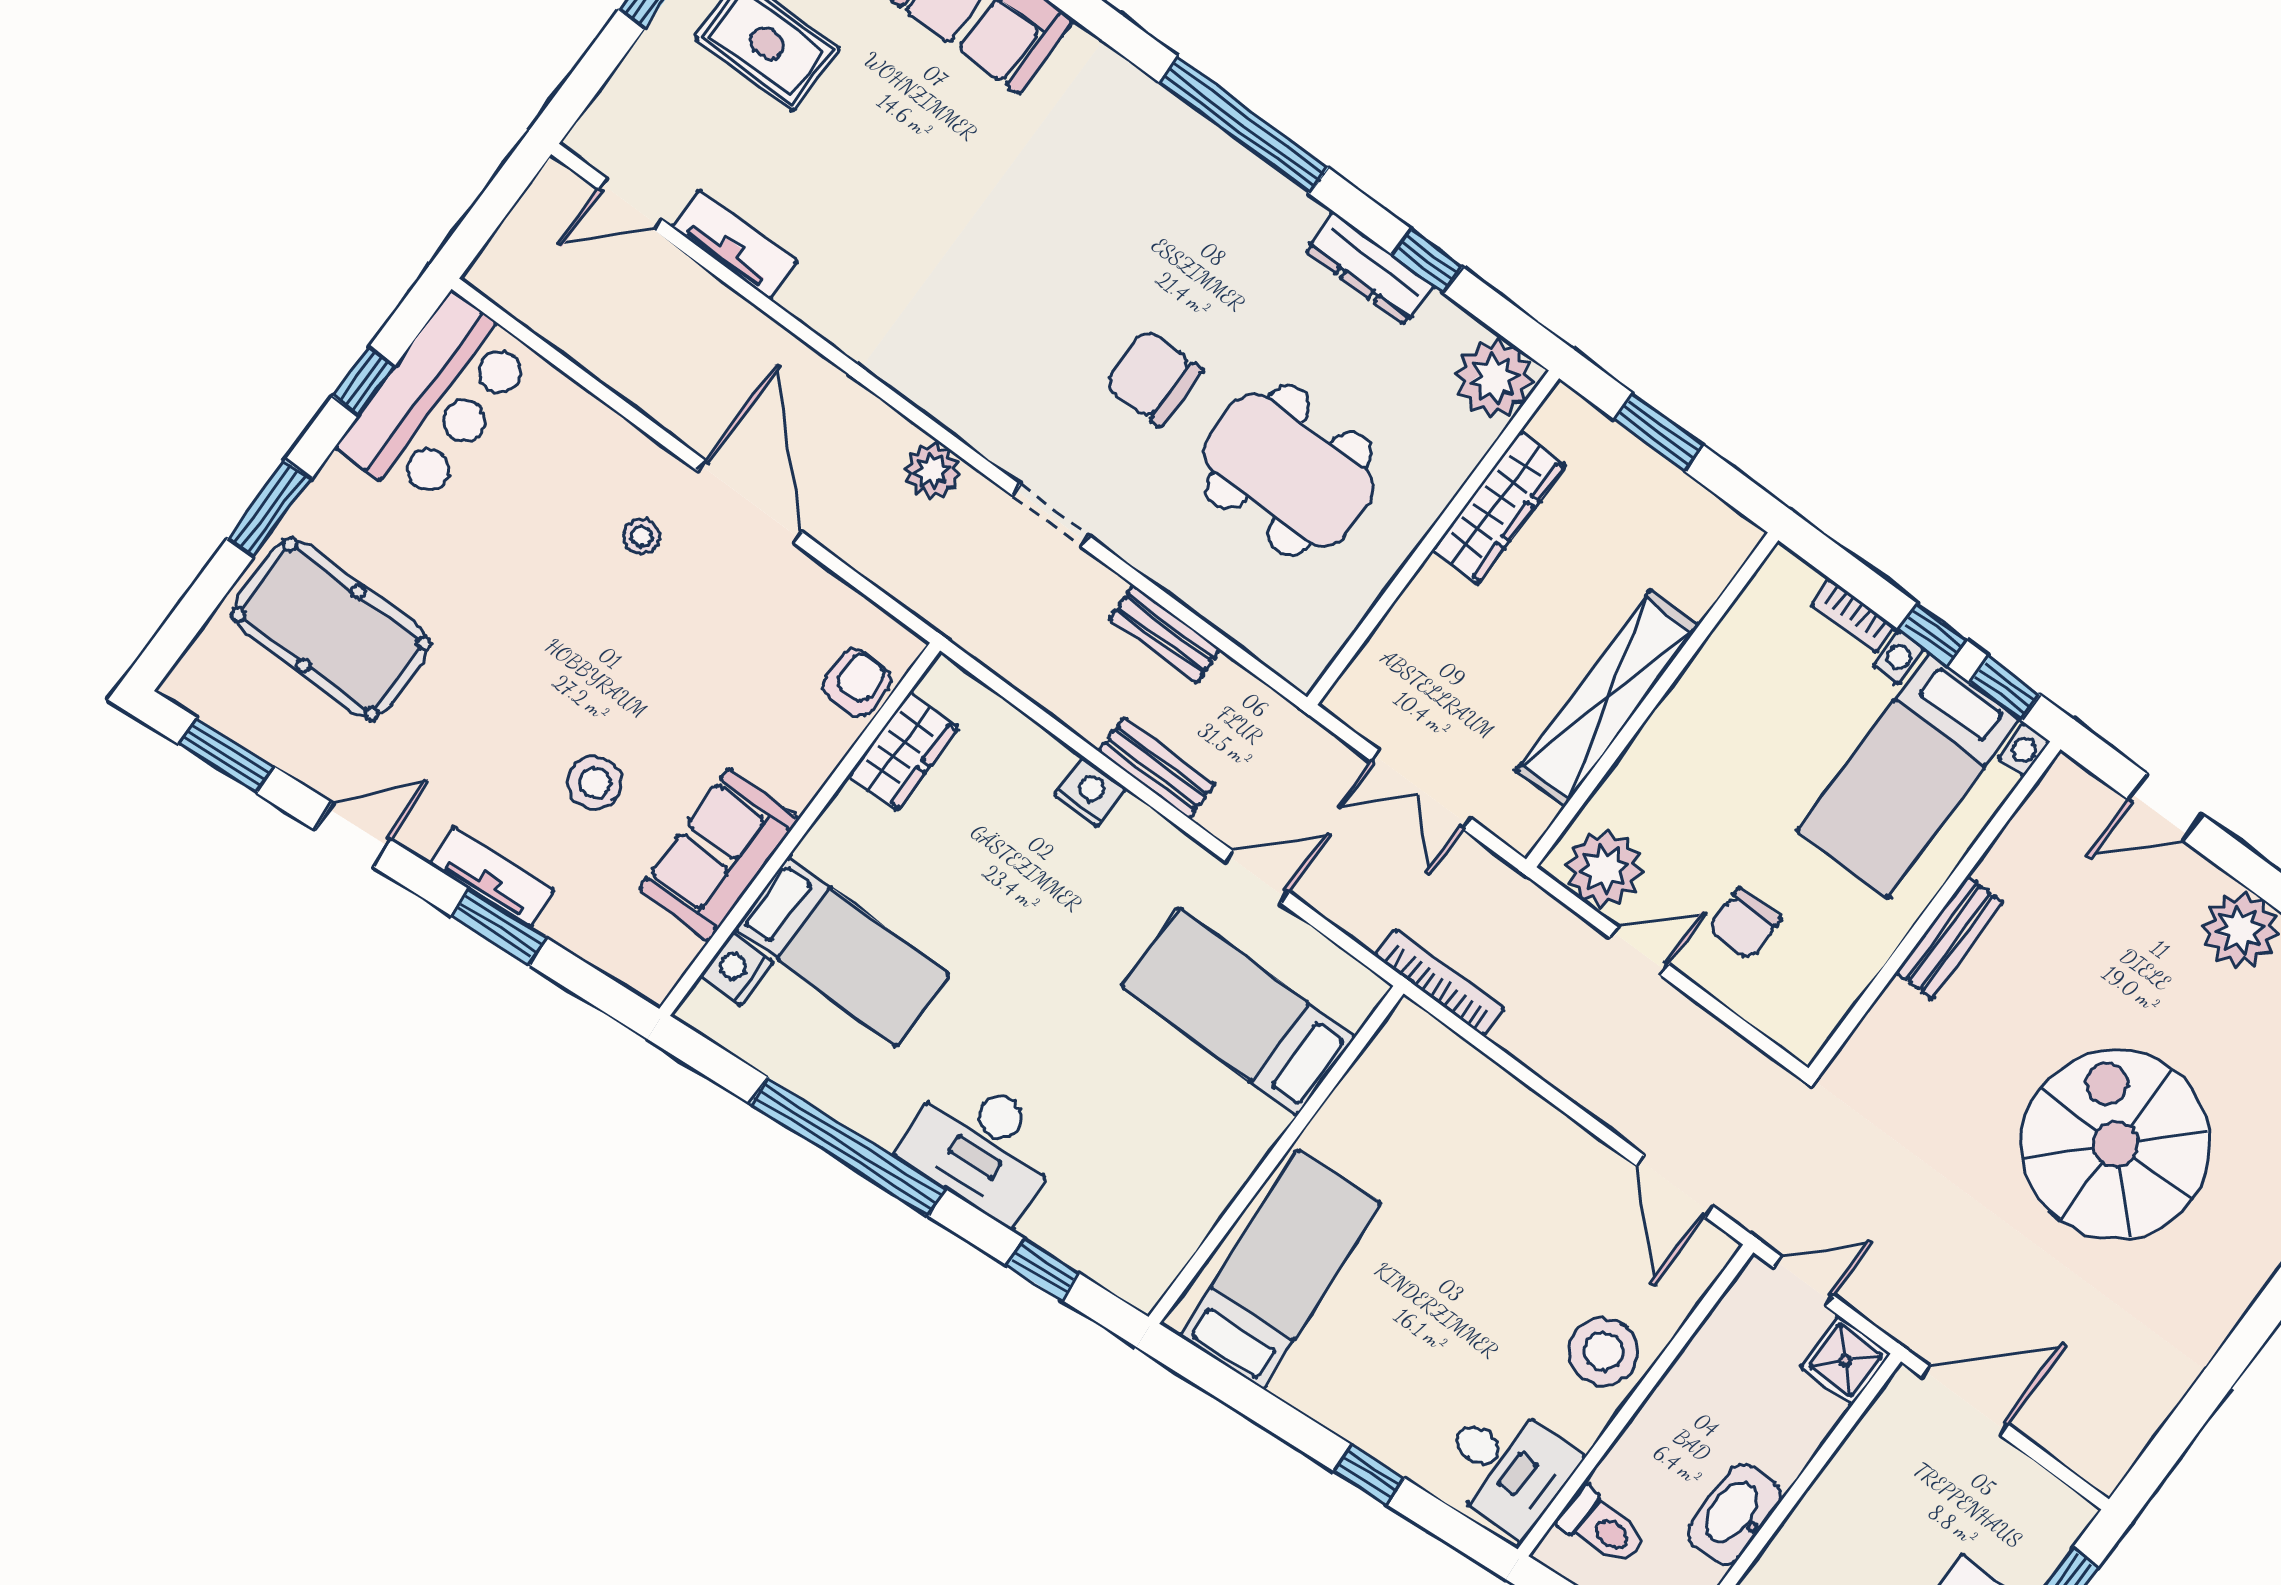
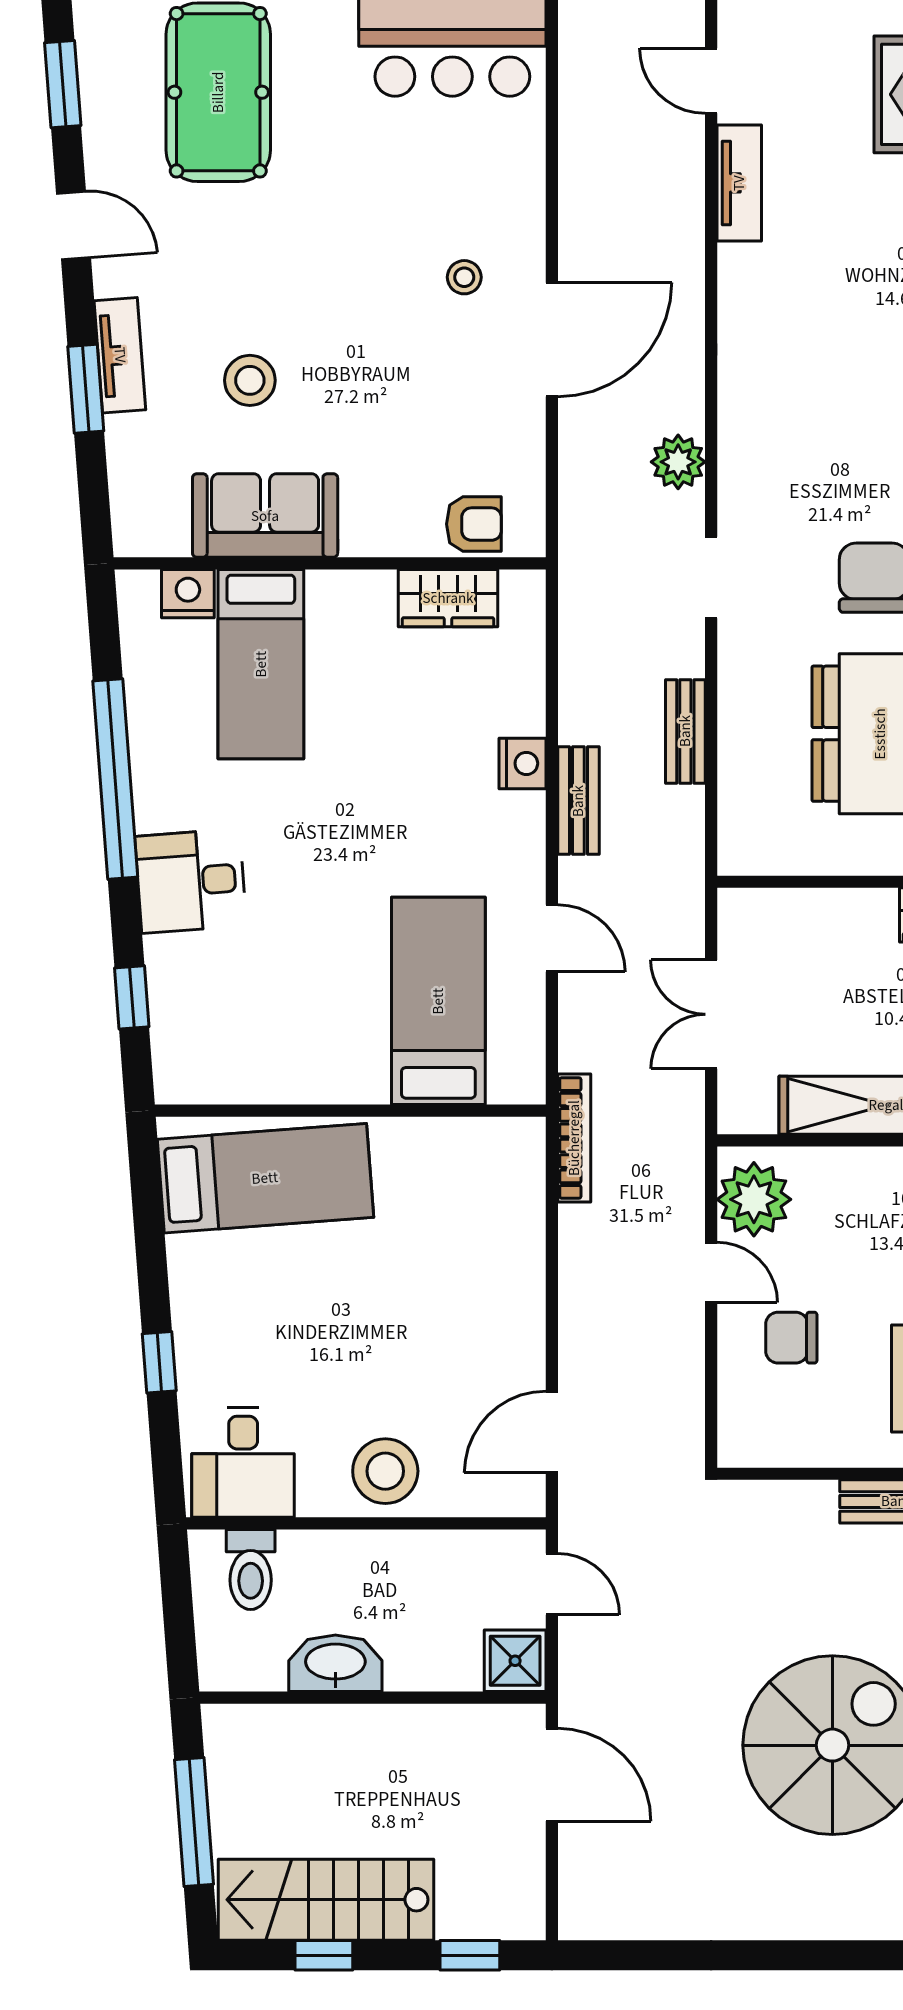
desk: (982, 1147) -> (191, 881), width x0.73

